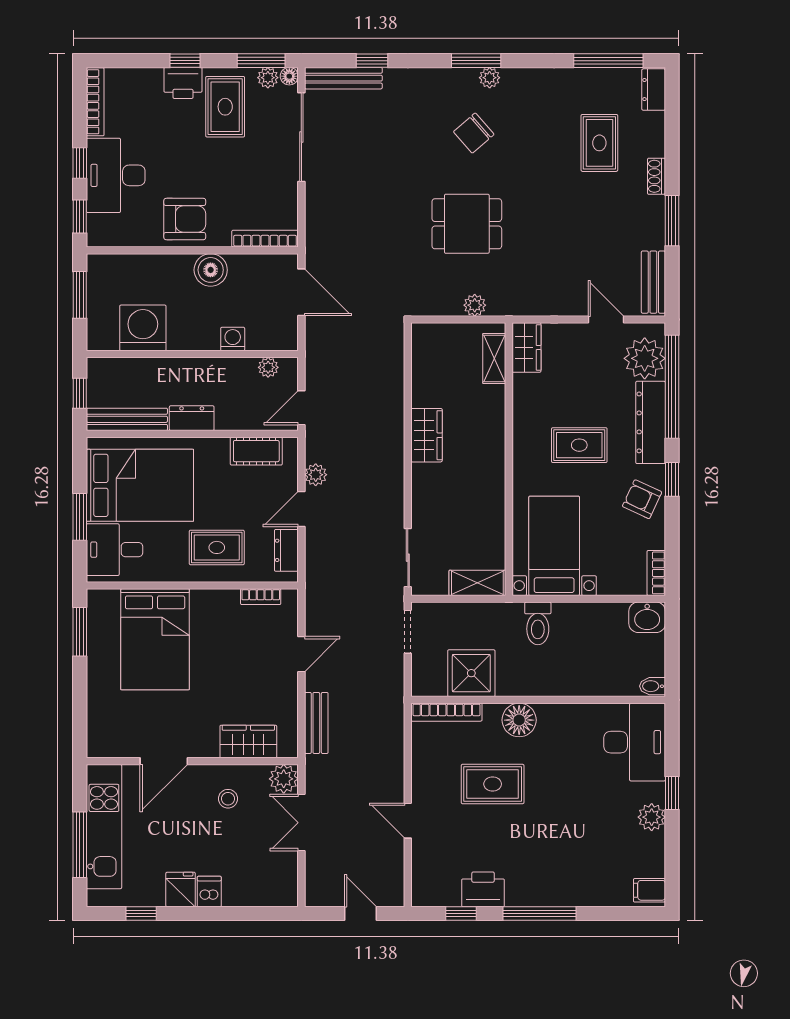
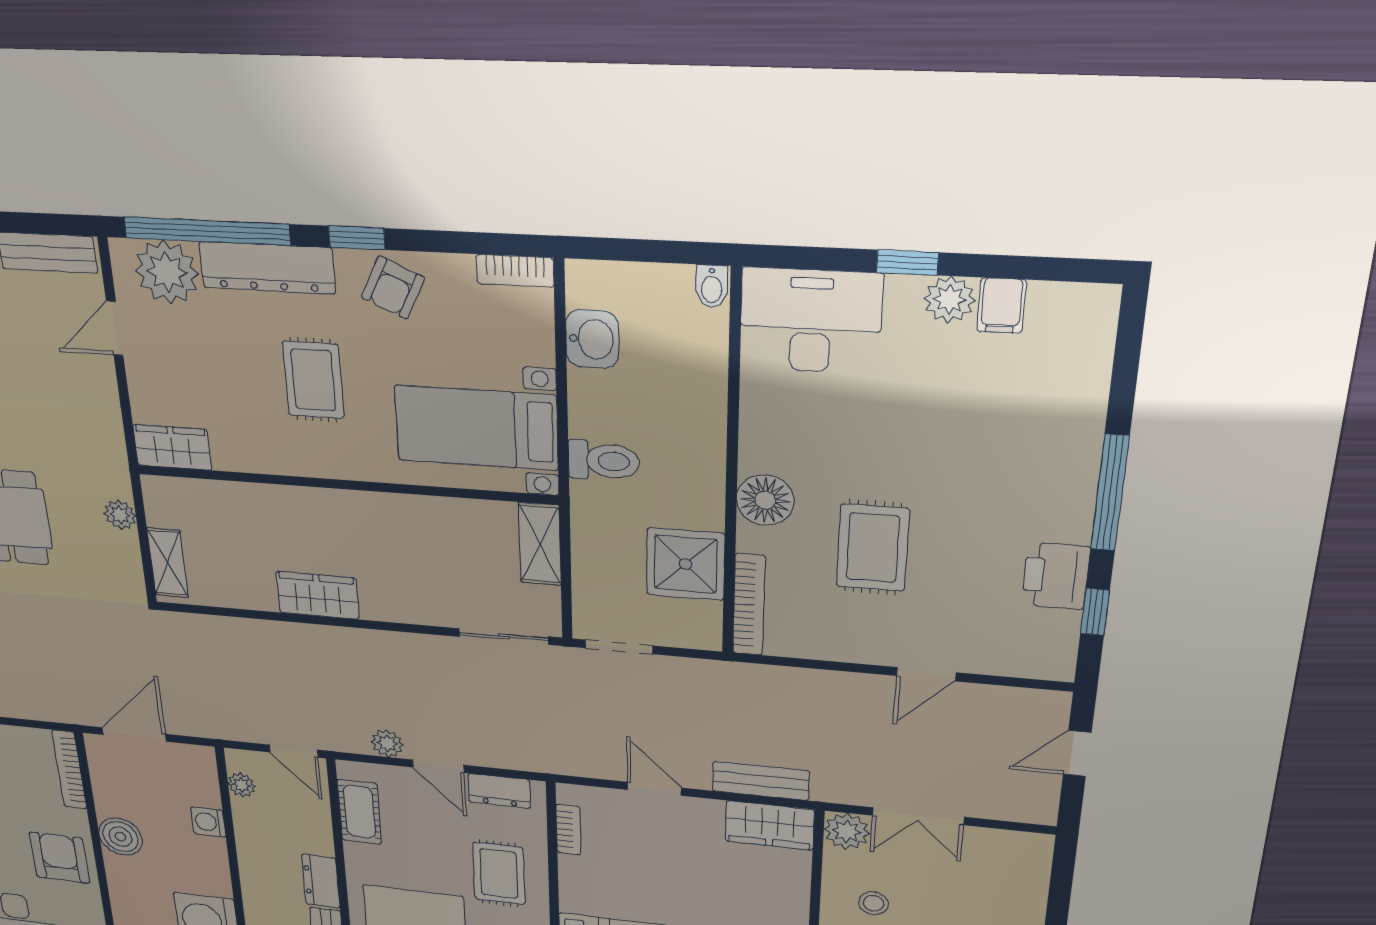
shelving: (494, 358) -> (168, 563), moved, turned 90
washbasin: (647, 617) -> (592, 339), moved
wardrobe: (248, 741) -> (770, 825), moved, turned -90
filing cabinet: (649, 890) -> (1001, 306), moved

